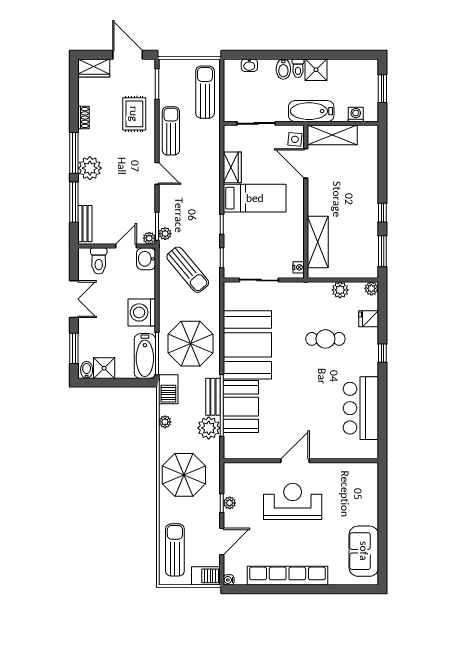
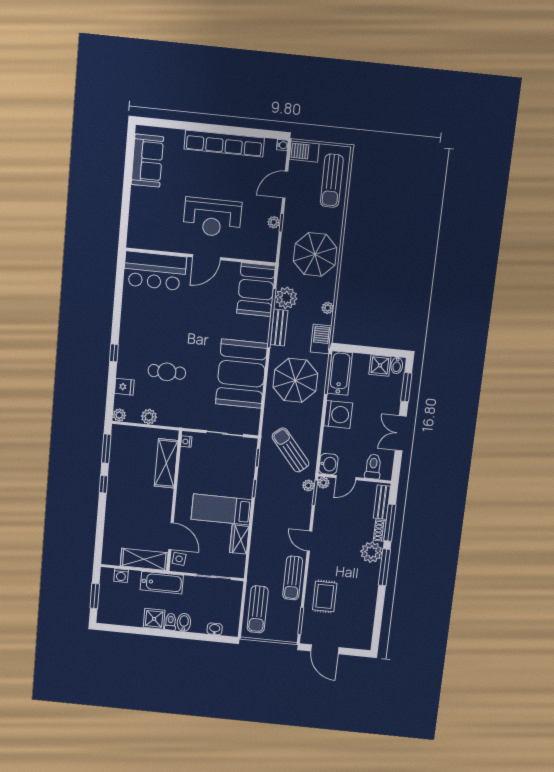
wardrobe: (94, 68) -> (357, 641), removed
shoe rack: (84, 118) -> (380, 531), moved
booth: (241, 407) -> (256, 290), moved
bar counter: (361, 408) -> (155, 271), moved, turned 90

